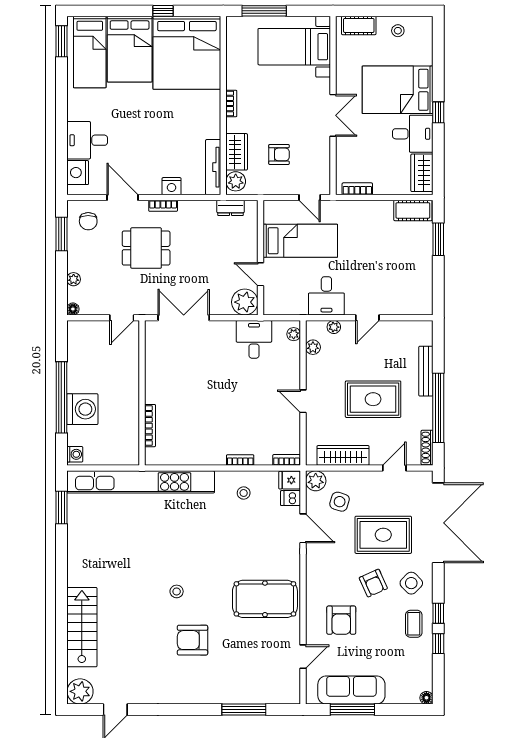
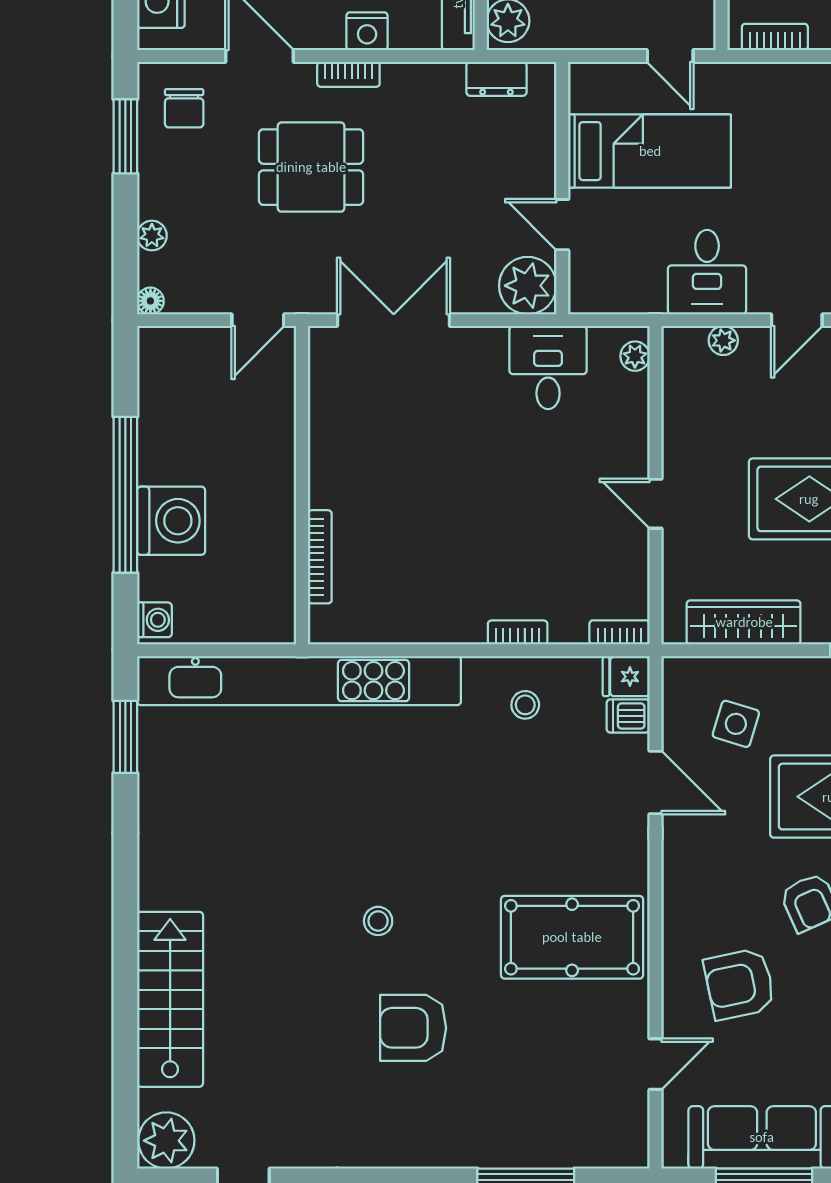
plant: (313, 347) -> (677, 385), removed
plant: (316, 481) -> (683, 678), removed
armchair: (341, 620) -> (740, 984), turned 78

